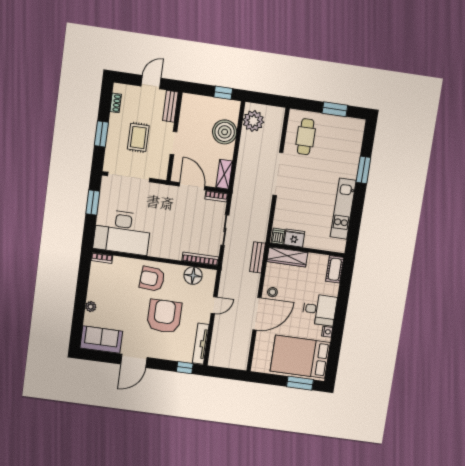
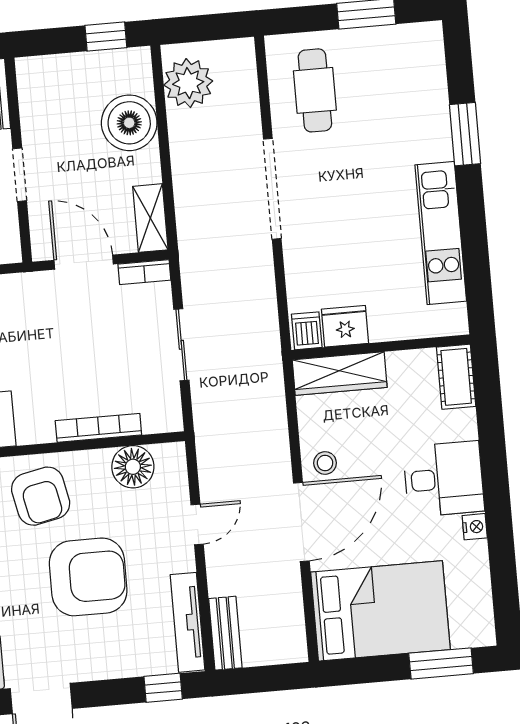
bench: (257, 257) -> (225, 633), moved
bookcase: (200, 259) -> (98, 428), moved
armchair: (152, 279) -> (41, 496), turned -106
armchair: (164, 316) -> (88, 577), turned 90
bed: (300, 357) -> (380, 611), moved, turned 180

